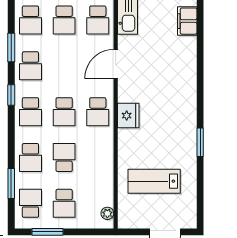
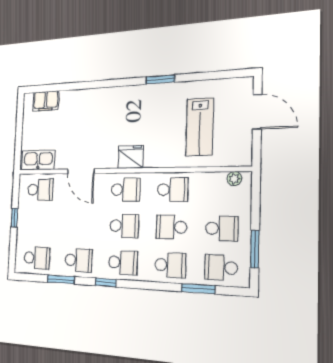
school desk: (64, 20) -> (173, 190), moved

